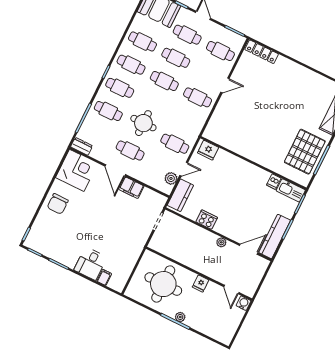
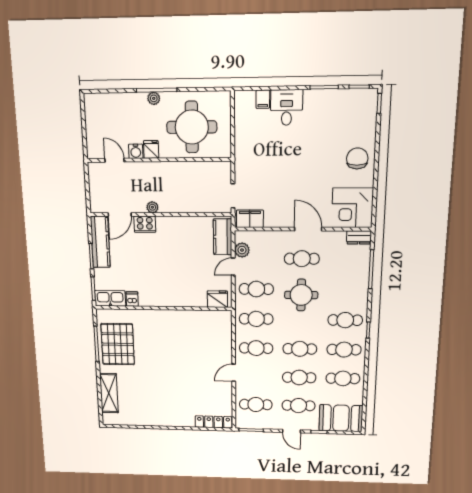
cafe table: (108, 111) -> (256, 319), moved
filing cabinet: (131, 188) -> (250, 219), moved
cooker: (207, 220) -> (145, 224), moved
water cooler: (244, 303) -> (136, 151), moved

